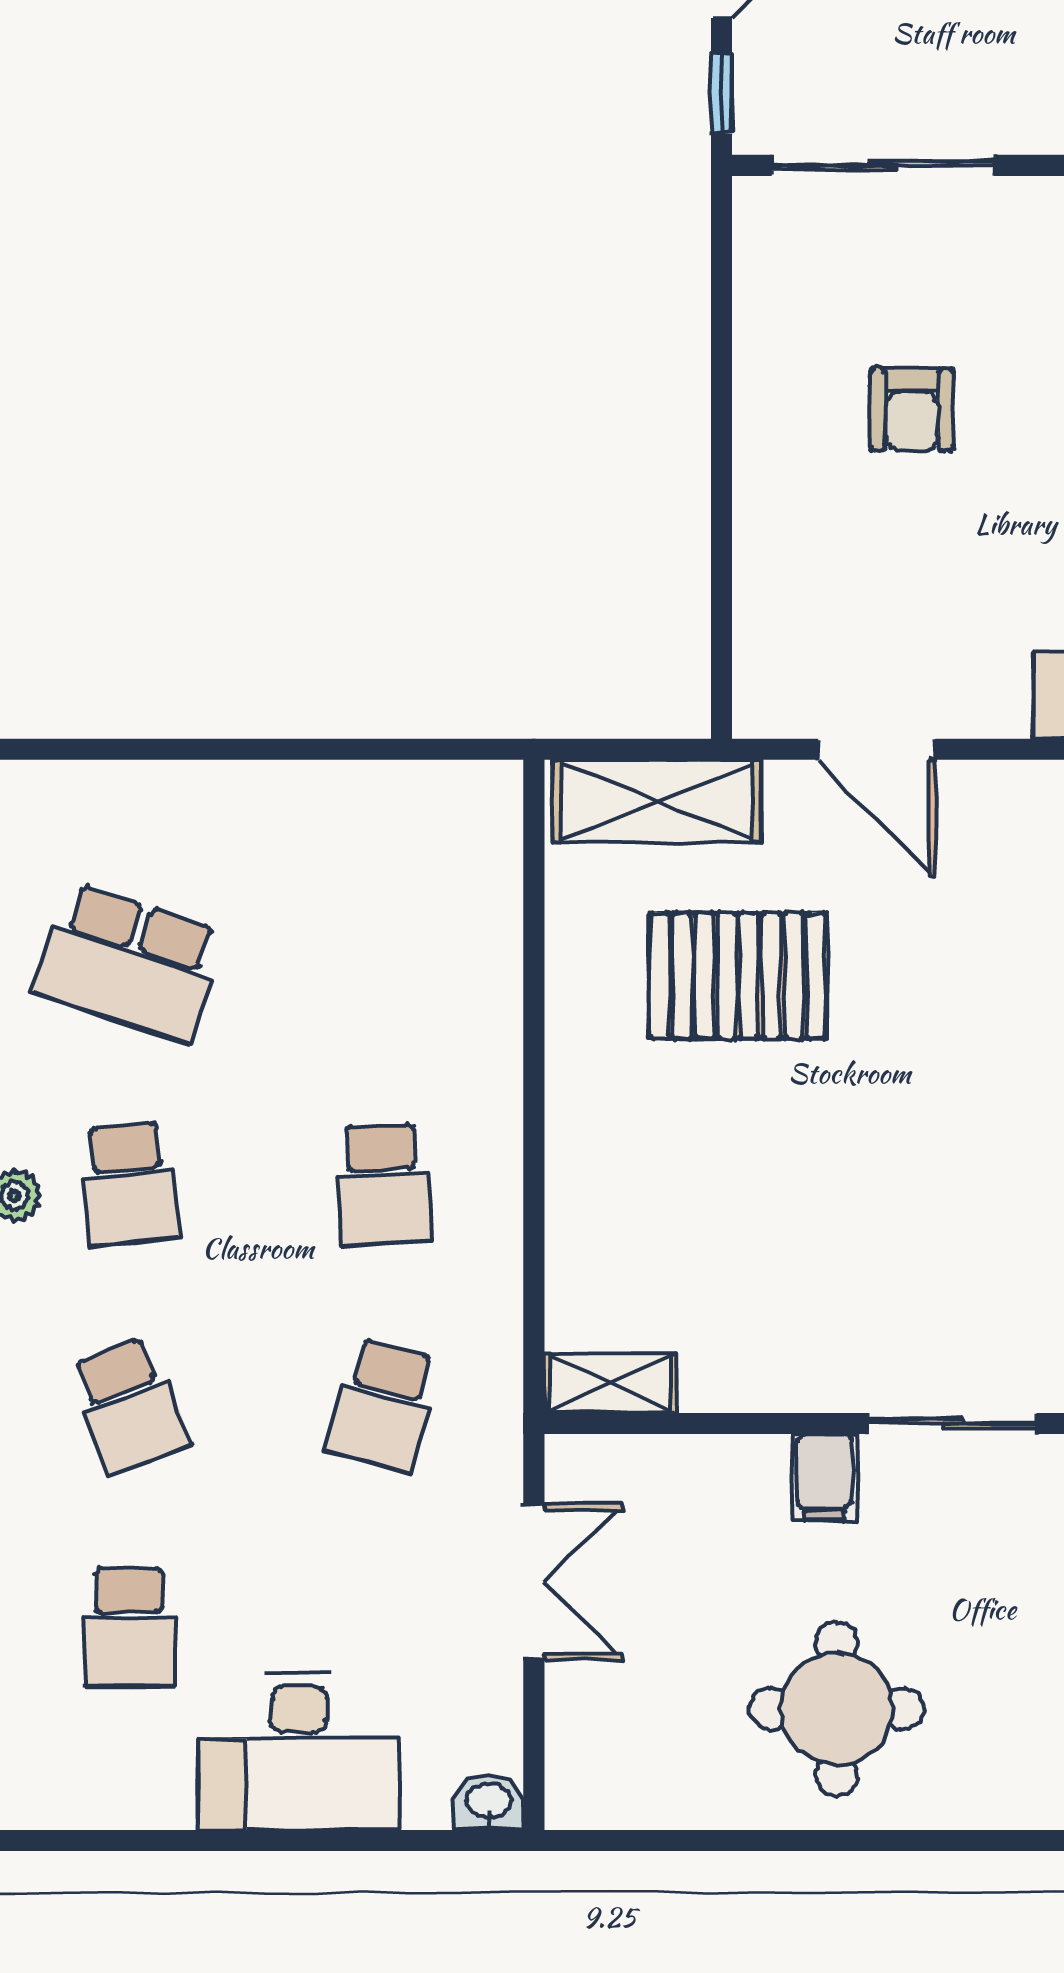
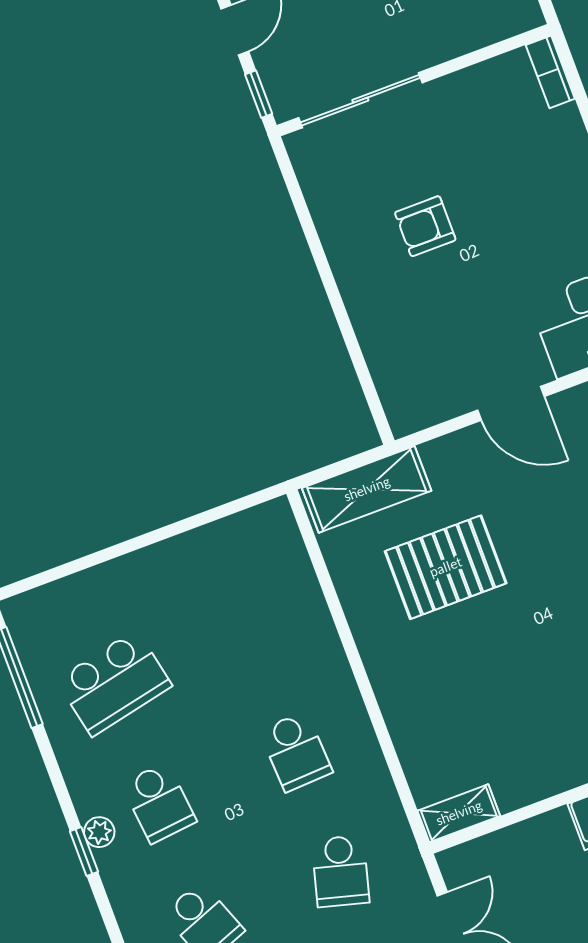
armchair: (912, 409) -> (425, 226), turned 90
door: (877, 749) -> (511, 403), moved
school desk: (129, 963) -> (114, 683), turned -30

